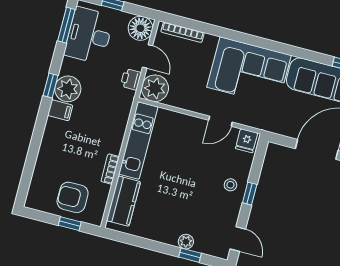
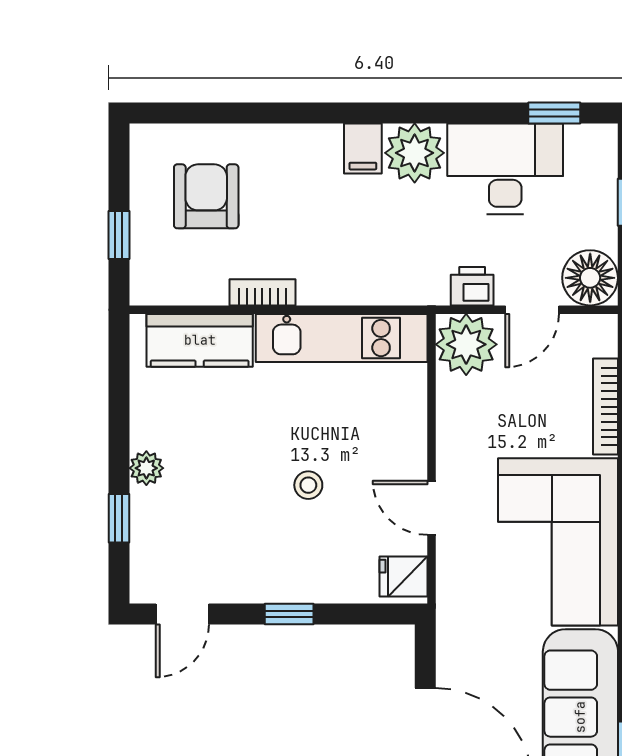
window: (66, 25) -> (554, 113), width x0.67
bookcase: (183, 32) -> (605, 407), moved
desk: (89, 35) -> (505, 169), moved
window: (51, 85) -> (412, 113), removed
stool: (230, 185) -> (308, 485), moved
armchair: (73, 197) -> (206, 196), moved
plant: (186, 242) -> (146, 468), moved

